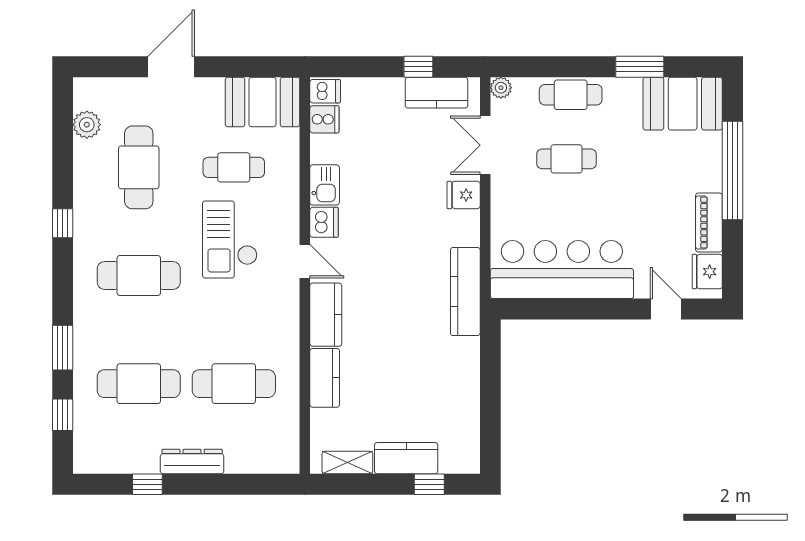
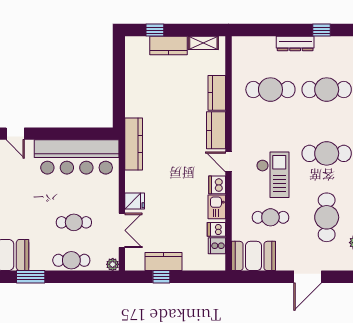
dishwasher: (325, 91) -> (216, 229), moved
kitchen counter: (436, 93) -> (163, 261), moved

